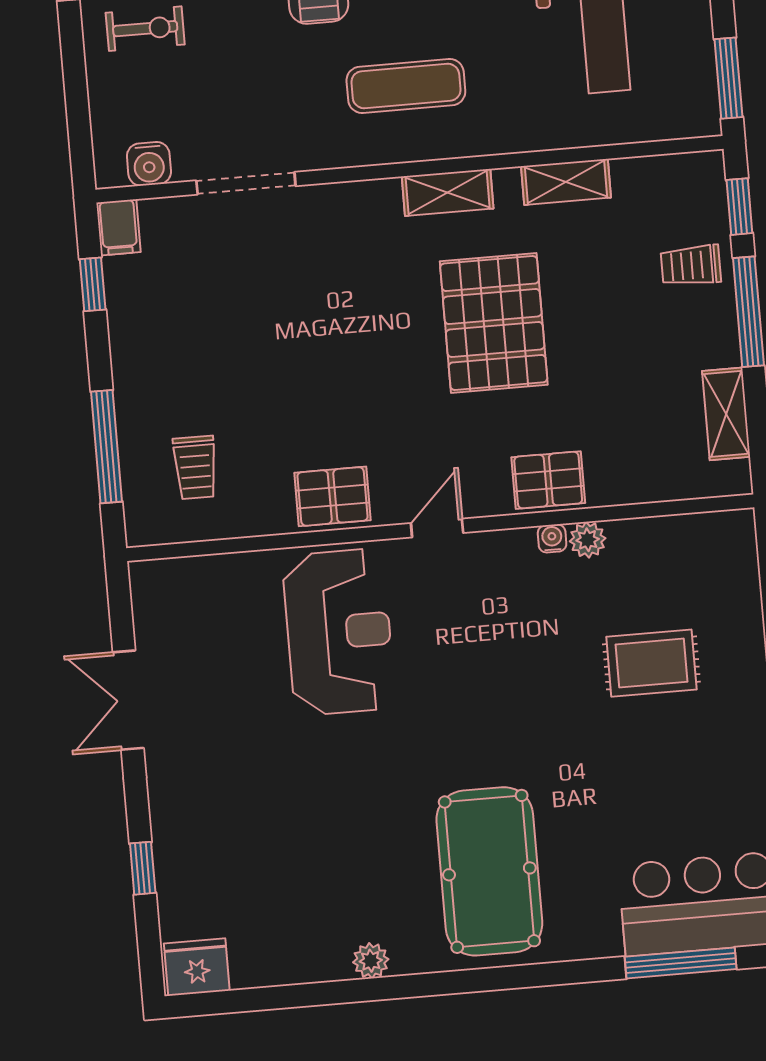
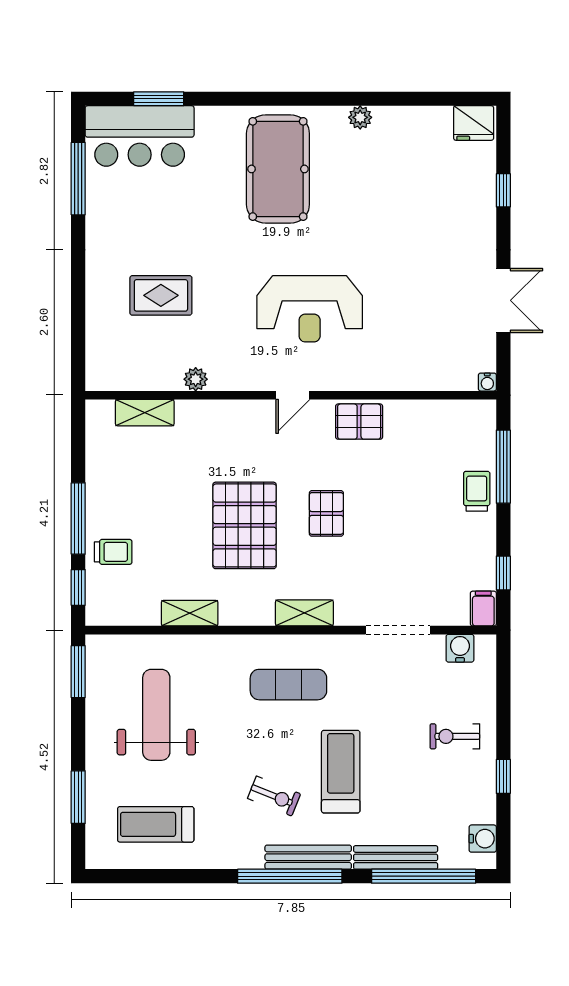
shelving: (448, 192) -> (304, 613), moved
shelving: (726, 414) -> (145, 413), moved, turned 90
trolley: (195, 467) -> (477, 491), moved
pallet: (548, 480) -> (326, 513), moved, turned 90
water cooler: (552, 538) -> (487, 382), moved
reception desk: (339, 632) -> (310, 309), moved, turned -90
window: (681, 963) -> (159, 99), width x0.69

